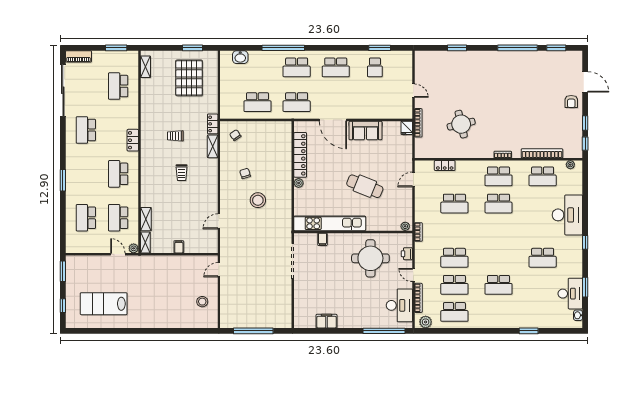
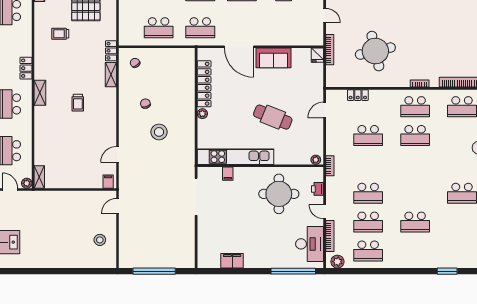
round table: (461, 124) -> (375, 51), width x1.36, depth x1.36
trolley: (175, 136) -> (60, 34), moved
shelving: (146, 219) -> (40, 93), moved
filing cabinet: (179, 247) -> (108, 182), moved

